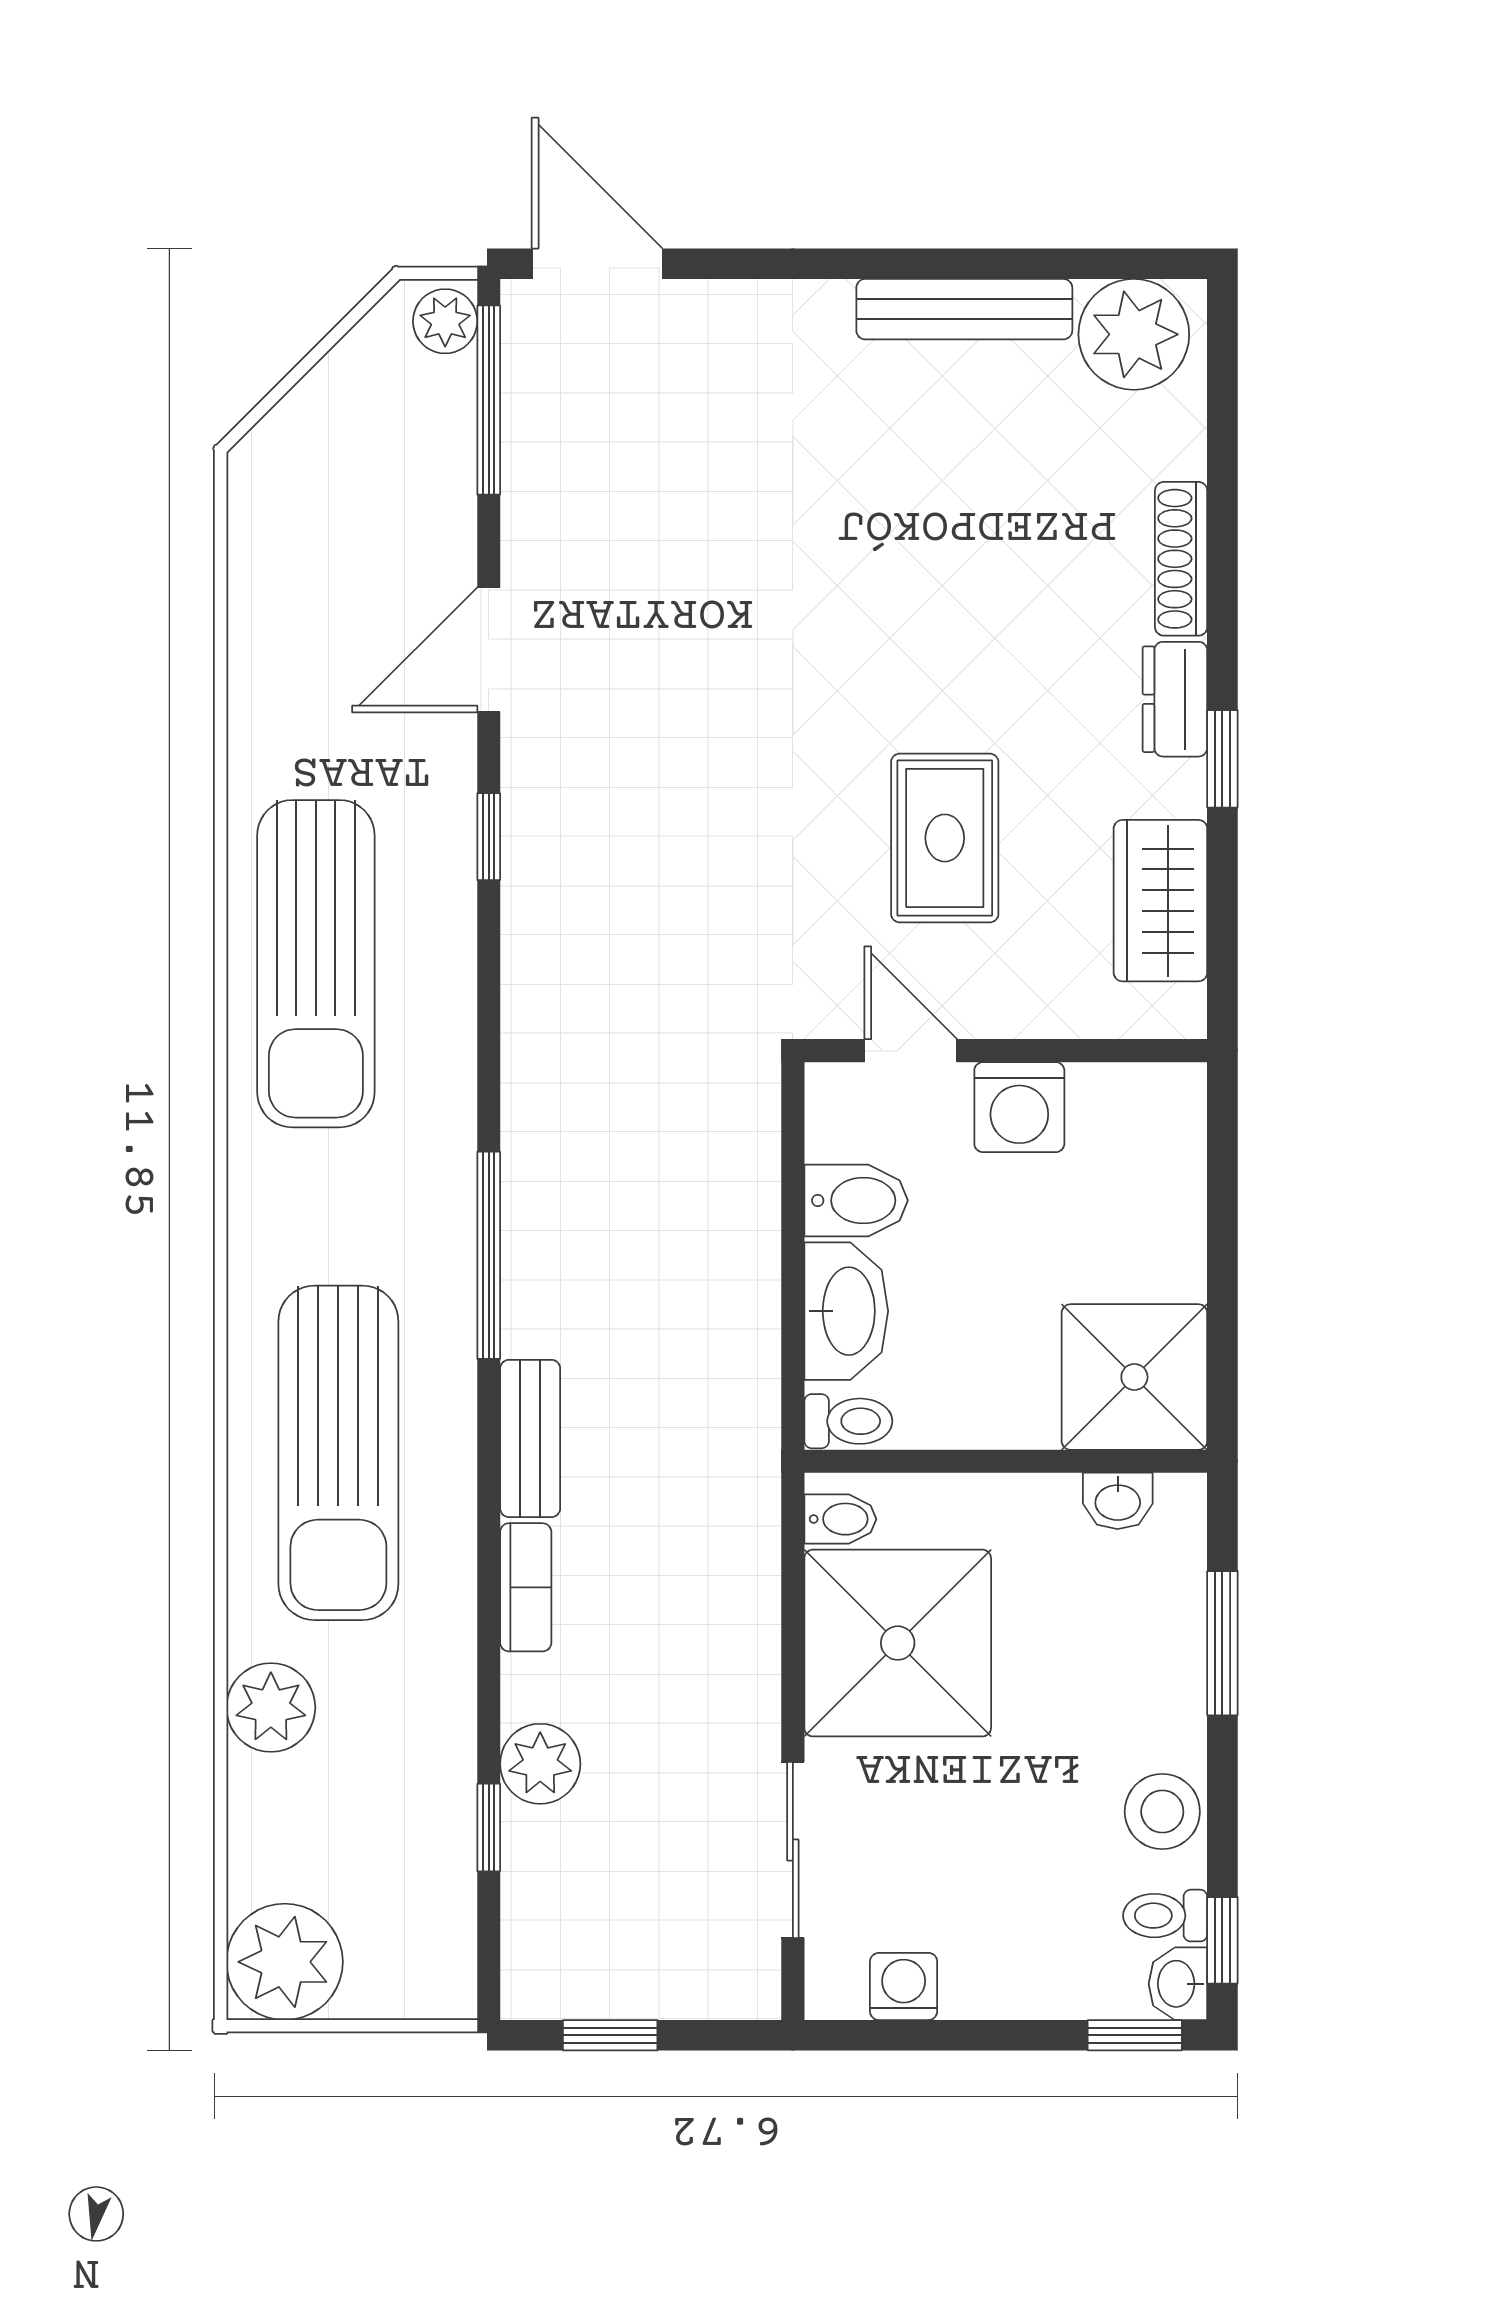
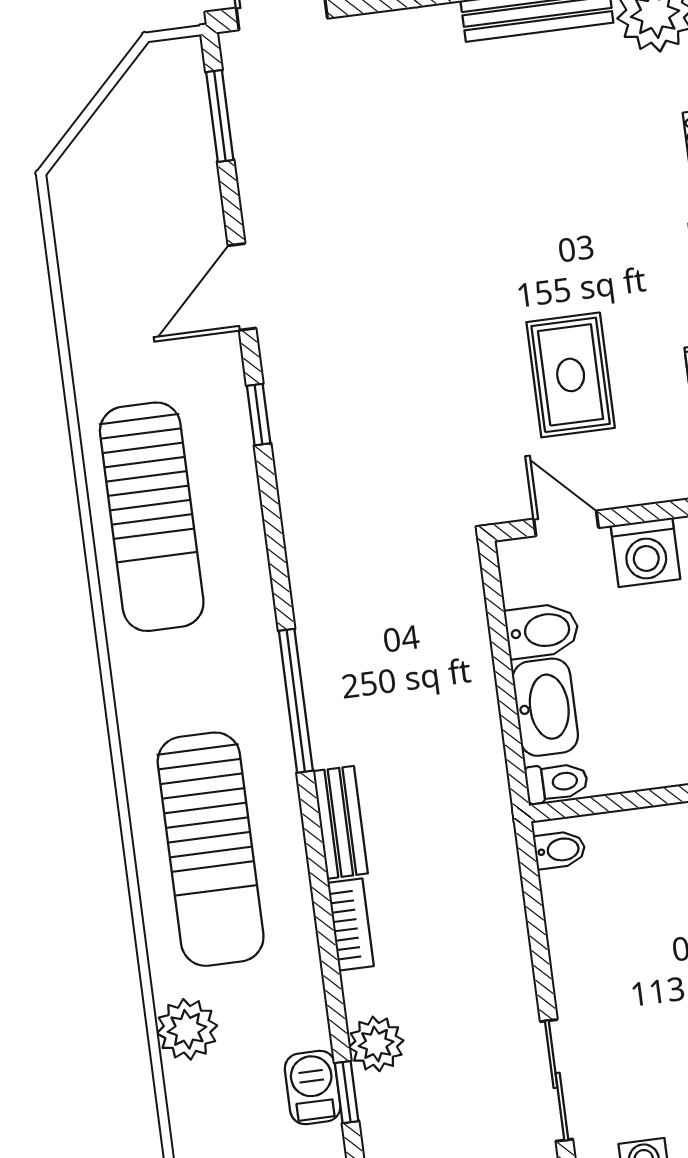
plant: (445, 321) -> (183, 66), removed
window: (489, 400) -> (220, 116), width x0.69
shower: (898, 1643) -> (610, 930), removed
barbecue: (441, 1815) -> (313, 1088), added

